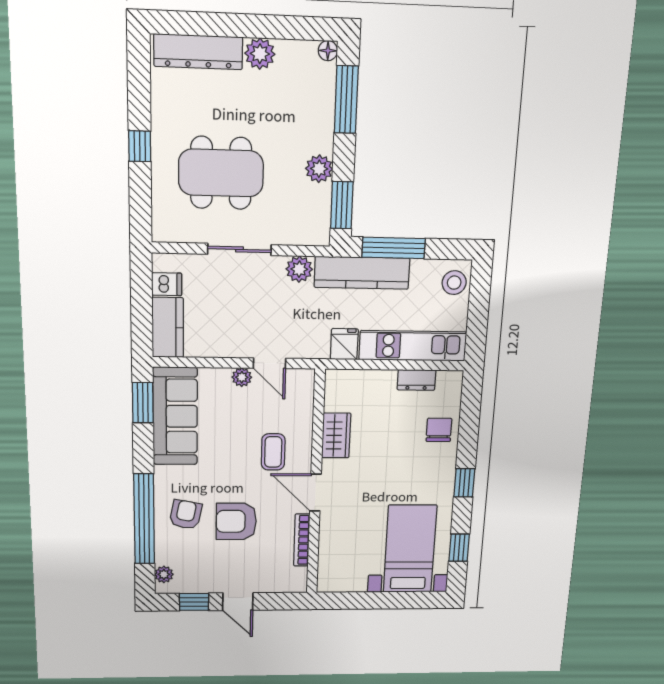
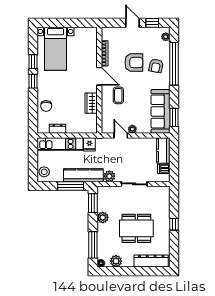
plant: (260, 54) -> (116, 261), moved
dining table: (221, 173) -> (136, 228), moved
window: (459, 548) -> (33, 62), moved

